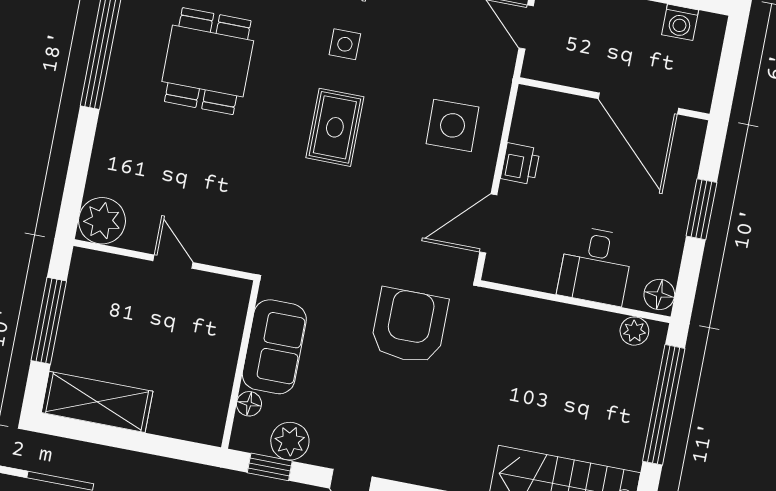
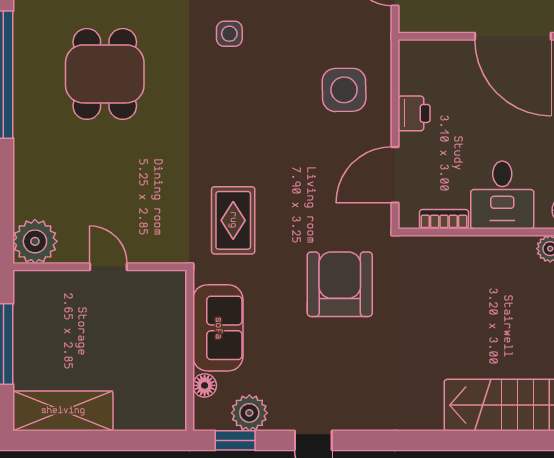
rug: (335, 127) -> (233, 220), moved
bookcase: (530, 279) -> (444, 219), added

